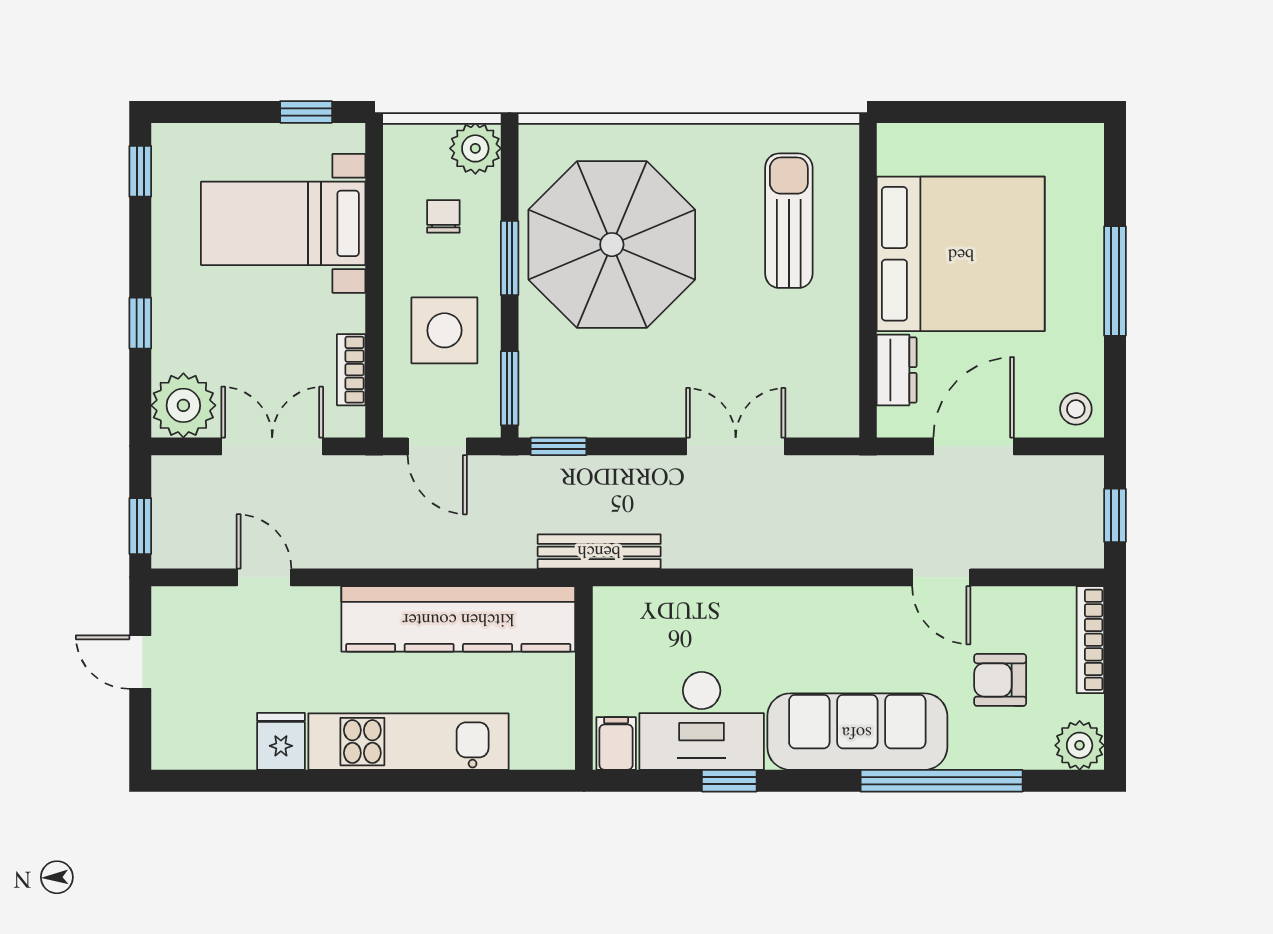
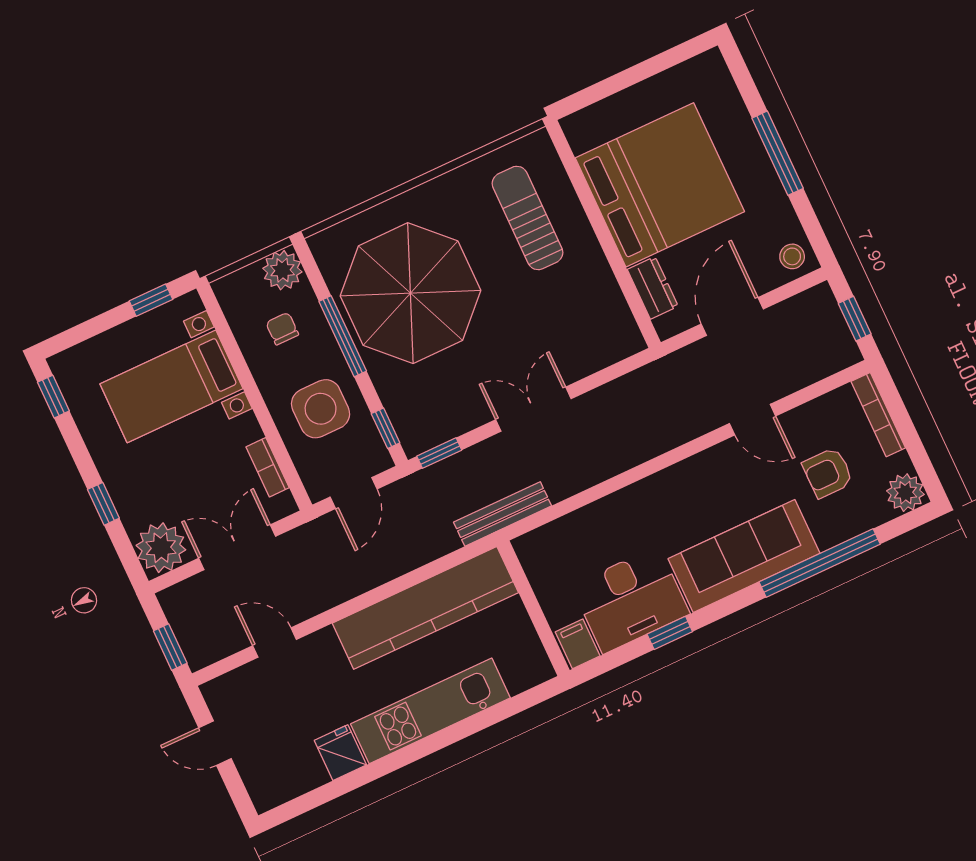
window: (510, 258) -> (343, 336), width x1.44
window: (510, 388) -> (386, 428), width x0.67
door: (437, 446) -> (354, 493), hinge flipped
double door: (736, 446) -> (533, 409), moved

